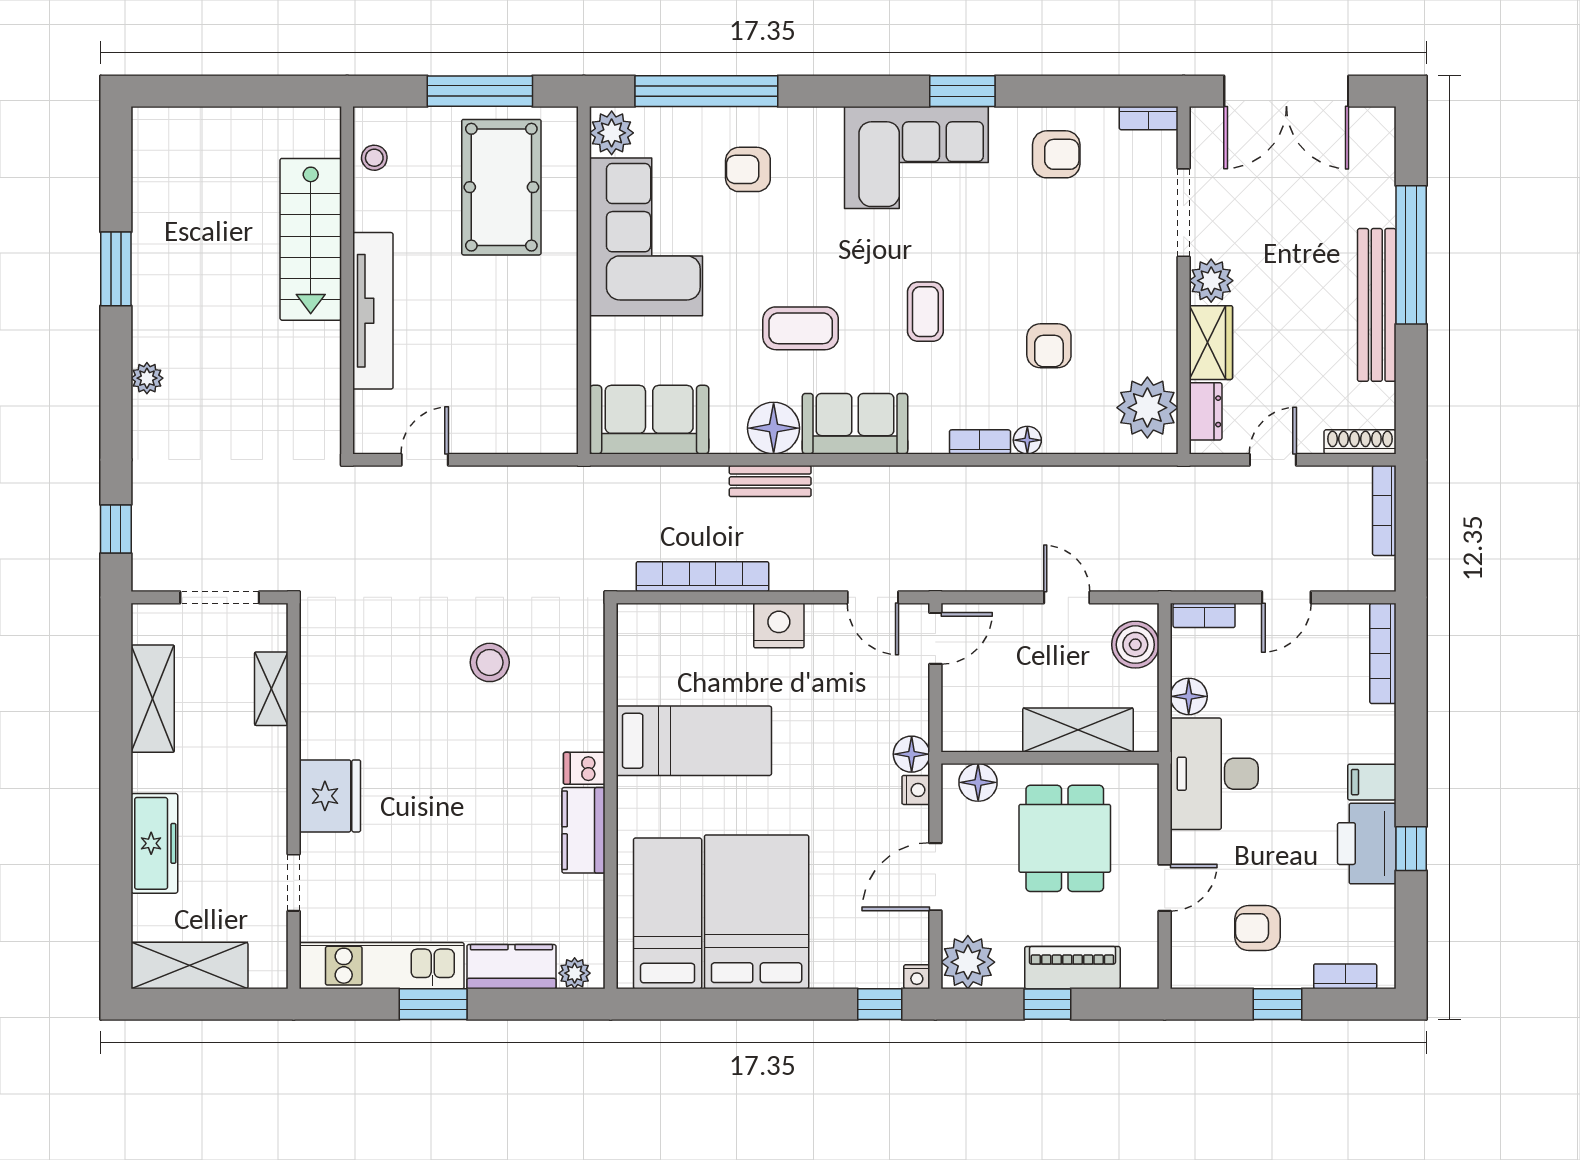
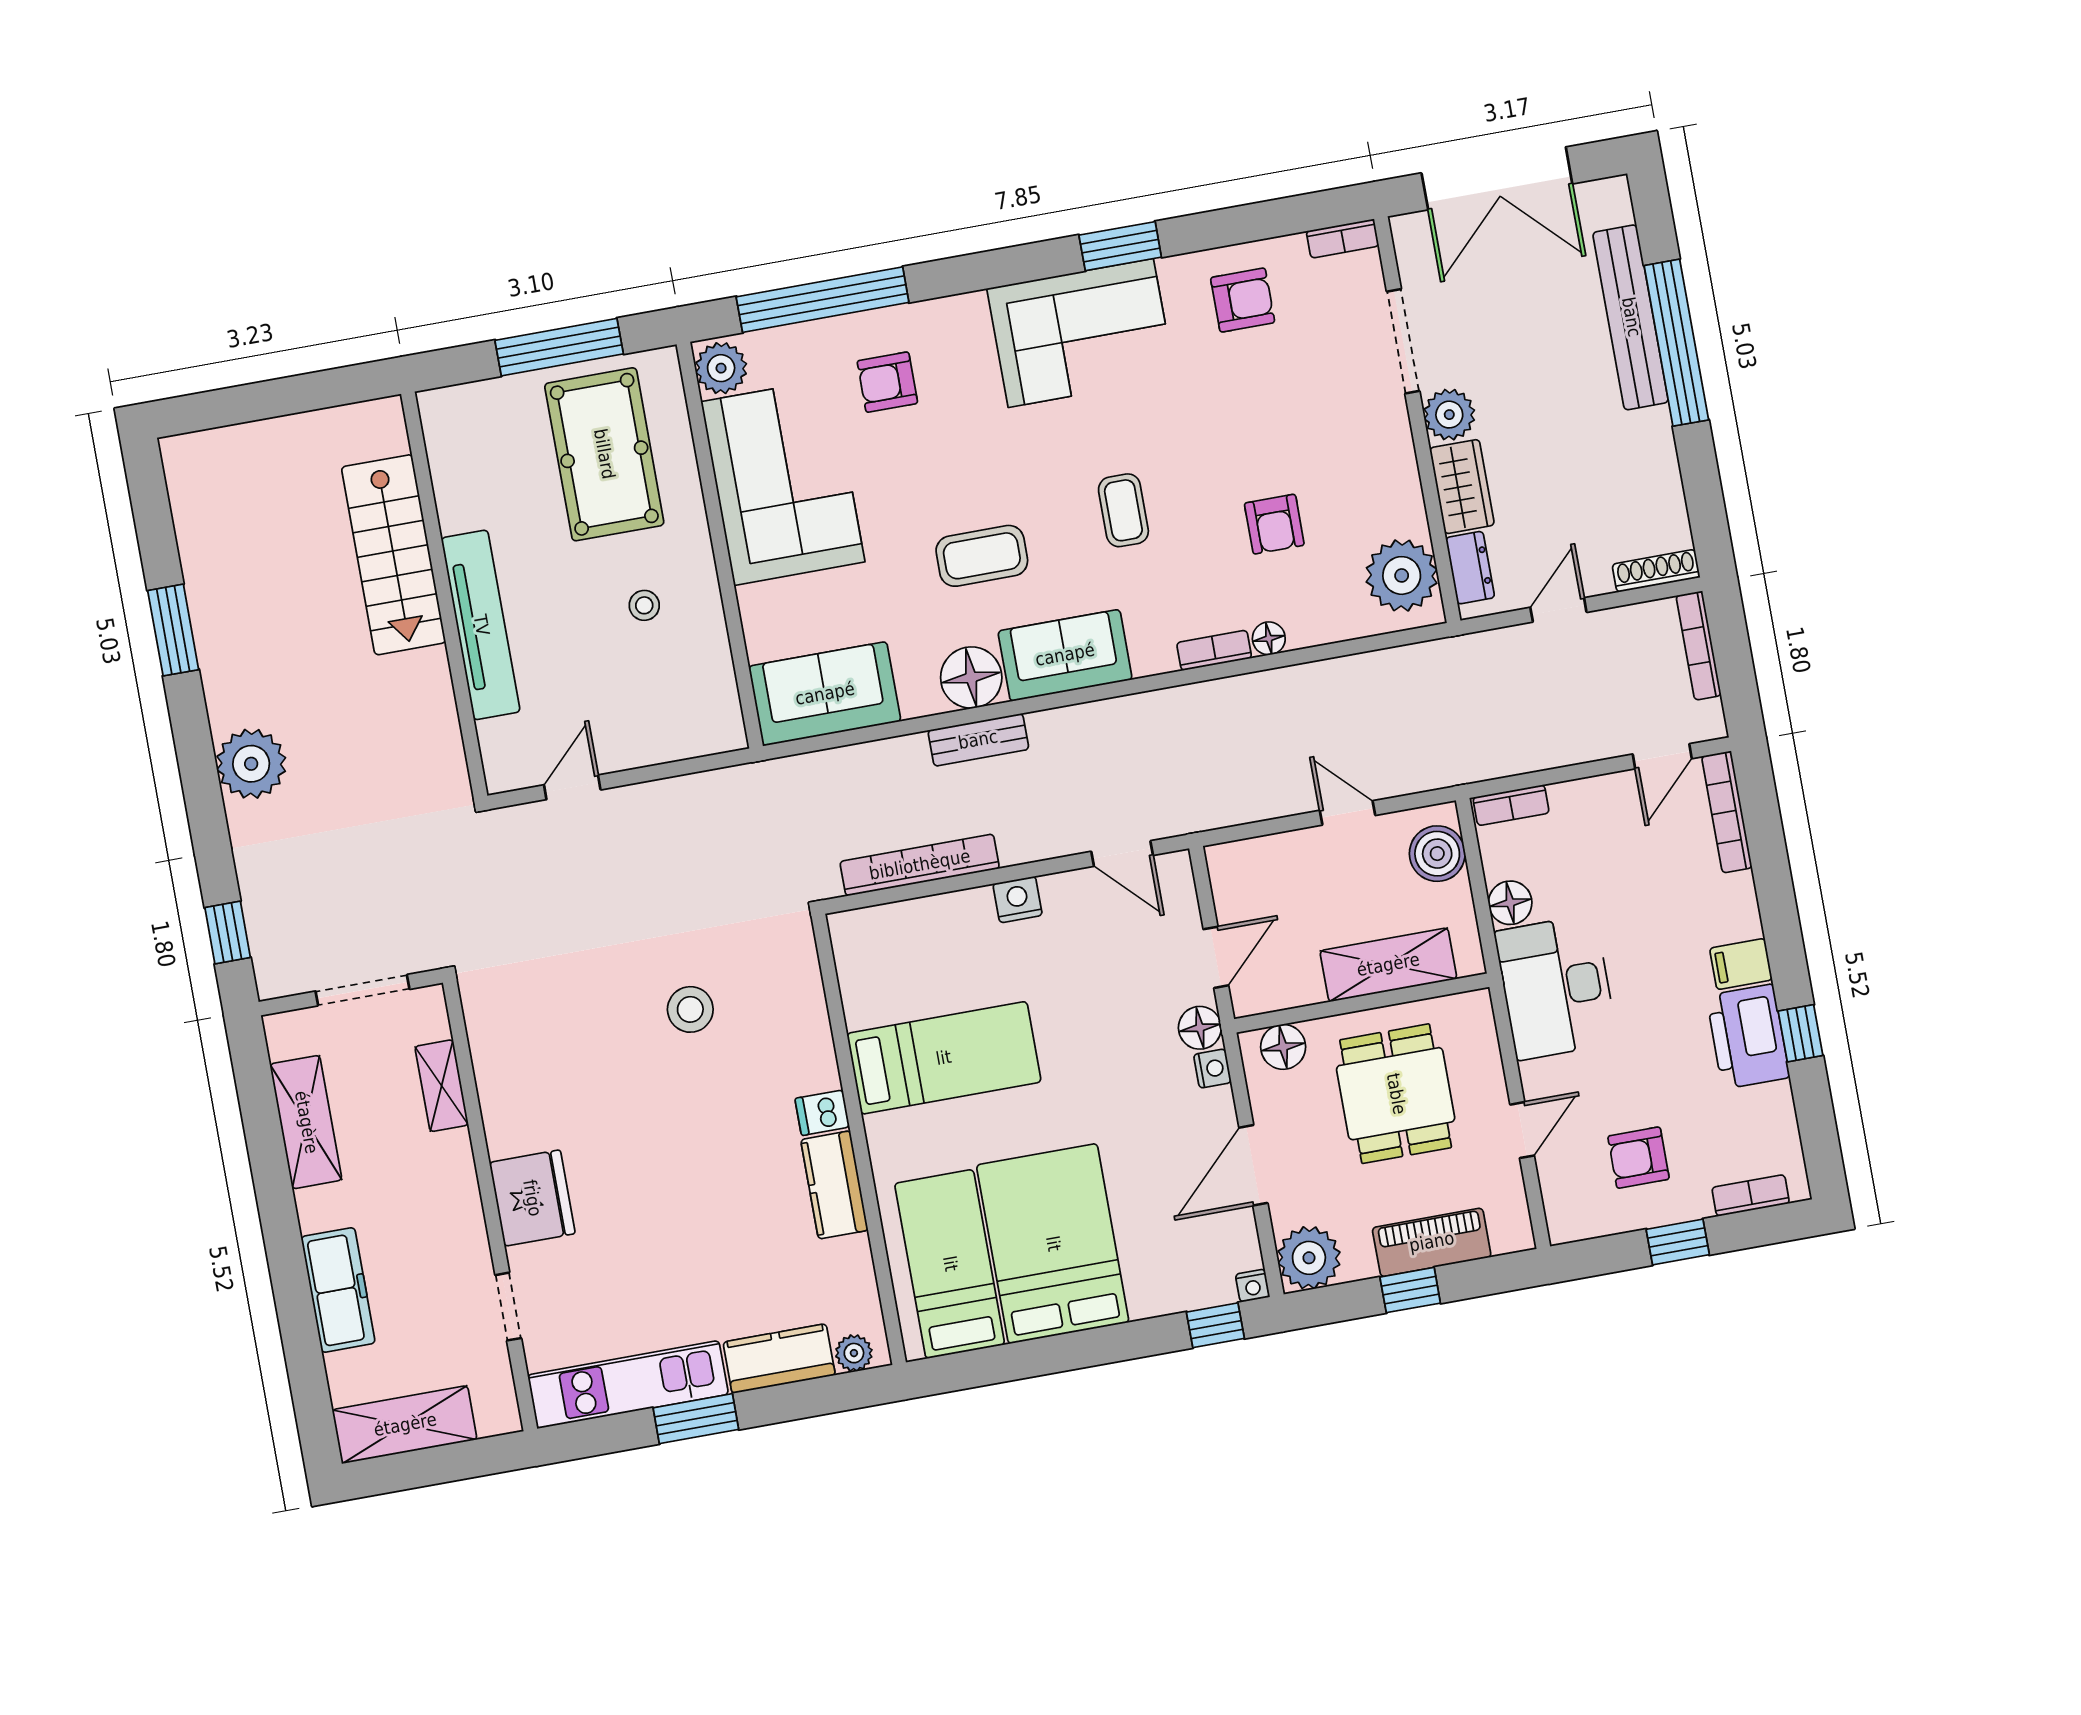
stool: (374, 158) -> (644, 605), moved
bench: (1377, 305) -> (1631, 317), moved
plant: (147, 378) -> (251, 764), width x1.88, depth x1.88
door: (1286, 597) -> (1662, 756), moved
nightstand: (779, 625) -> (1018, 900), width x0.74, depth x0.75
door: (935, 638) -> (1216, 957), moved

